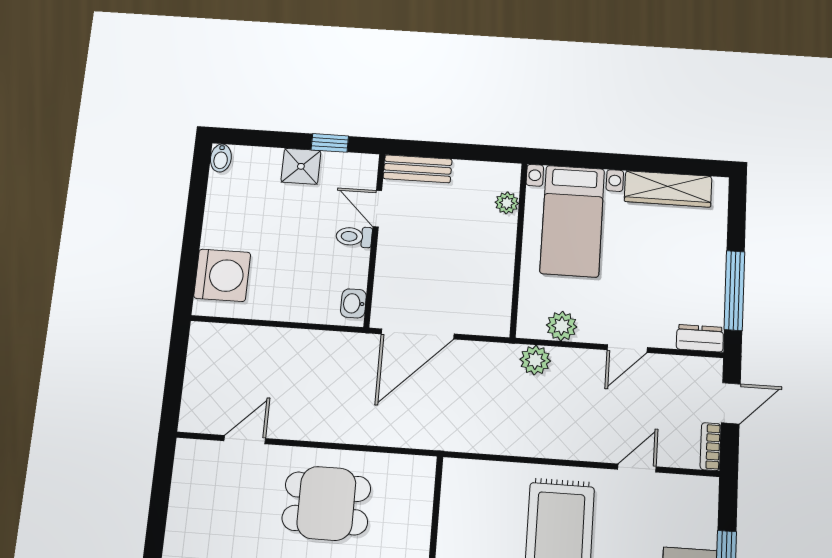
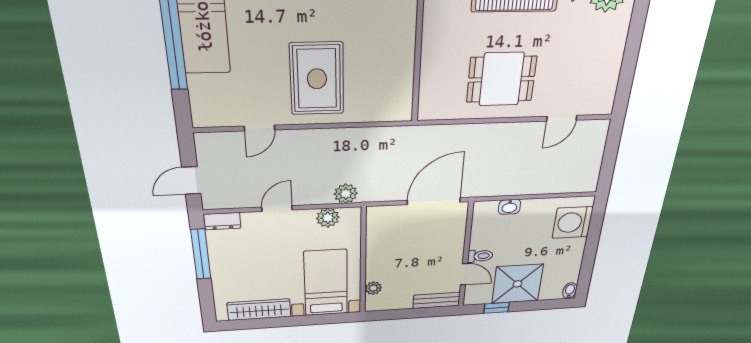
shower: (301, 166) -> (517, 284), width x1.86, depth x1.86
washbasin: (353, 303) -> (509, 207), moved, turned 90
bookcase: (711, 447) -> (203, 149), removed

